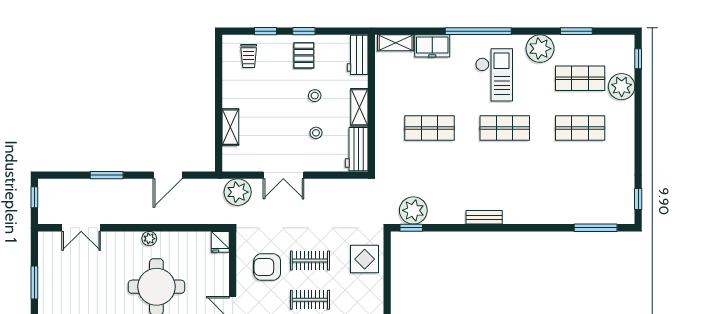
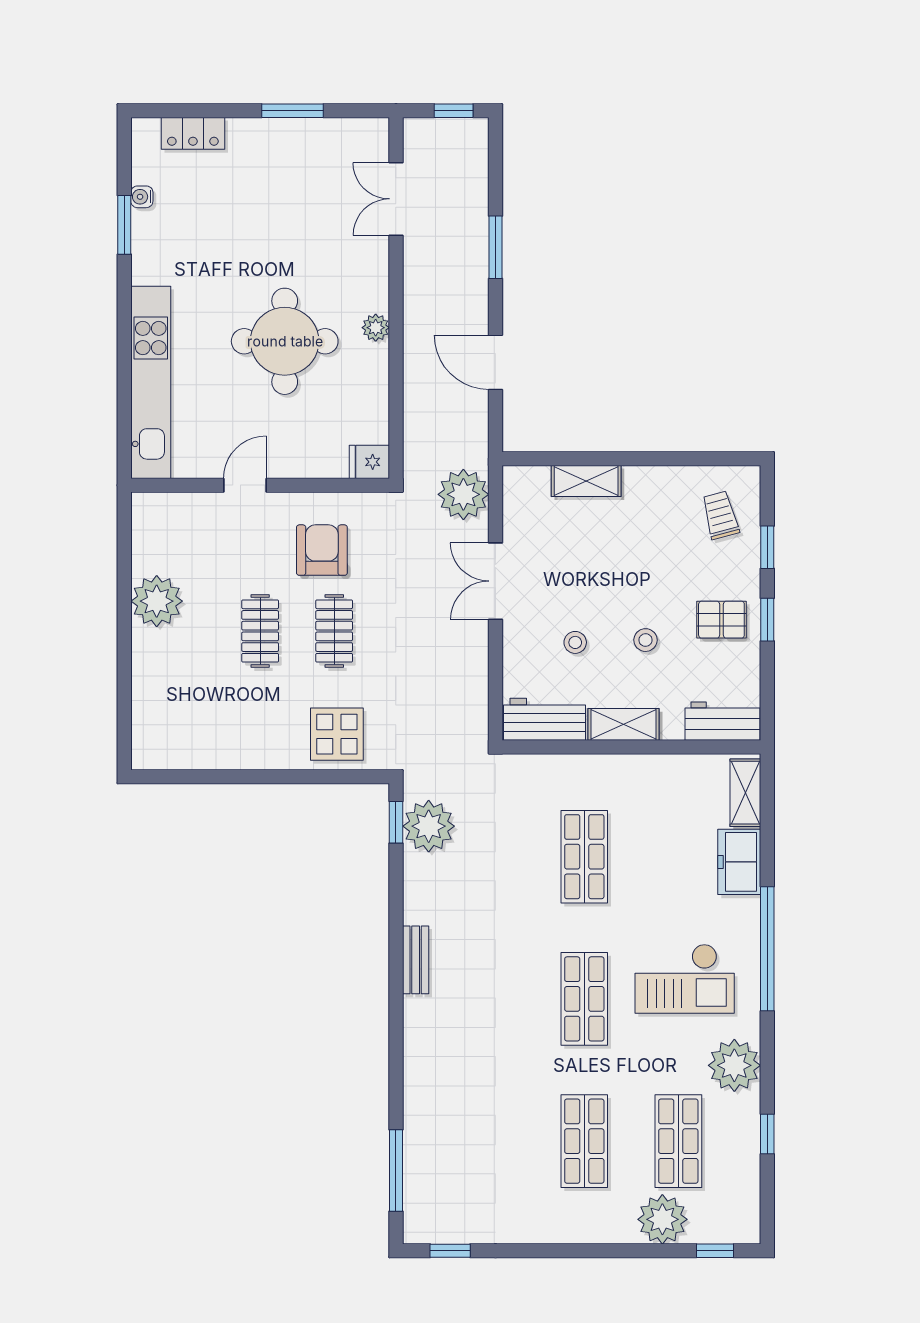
window: (576, 31) -> (767, 1134), width x0.67
trolley: (249, 56) -> (720, 515), turned 75

